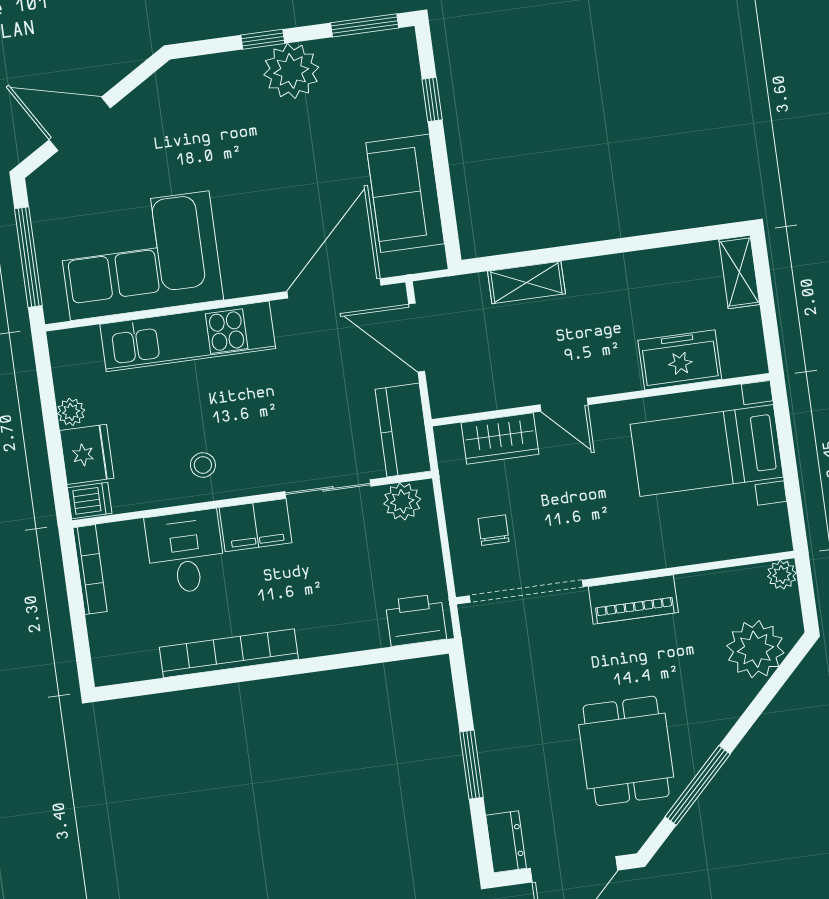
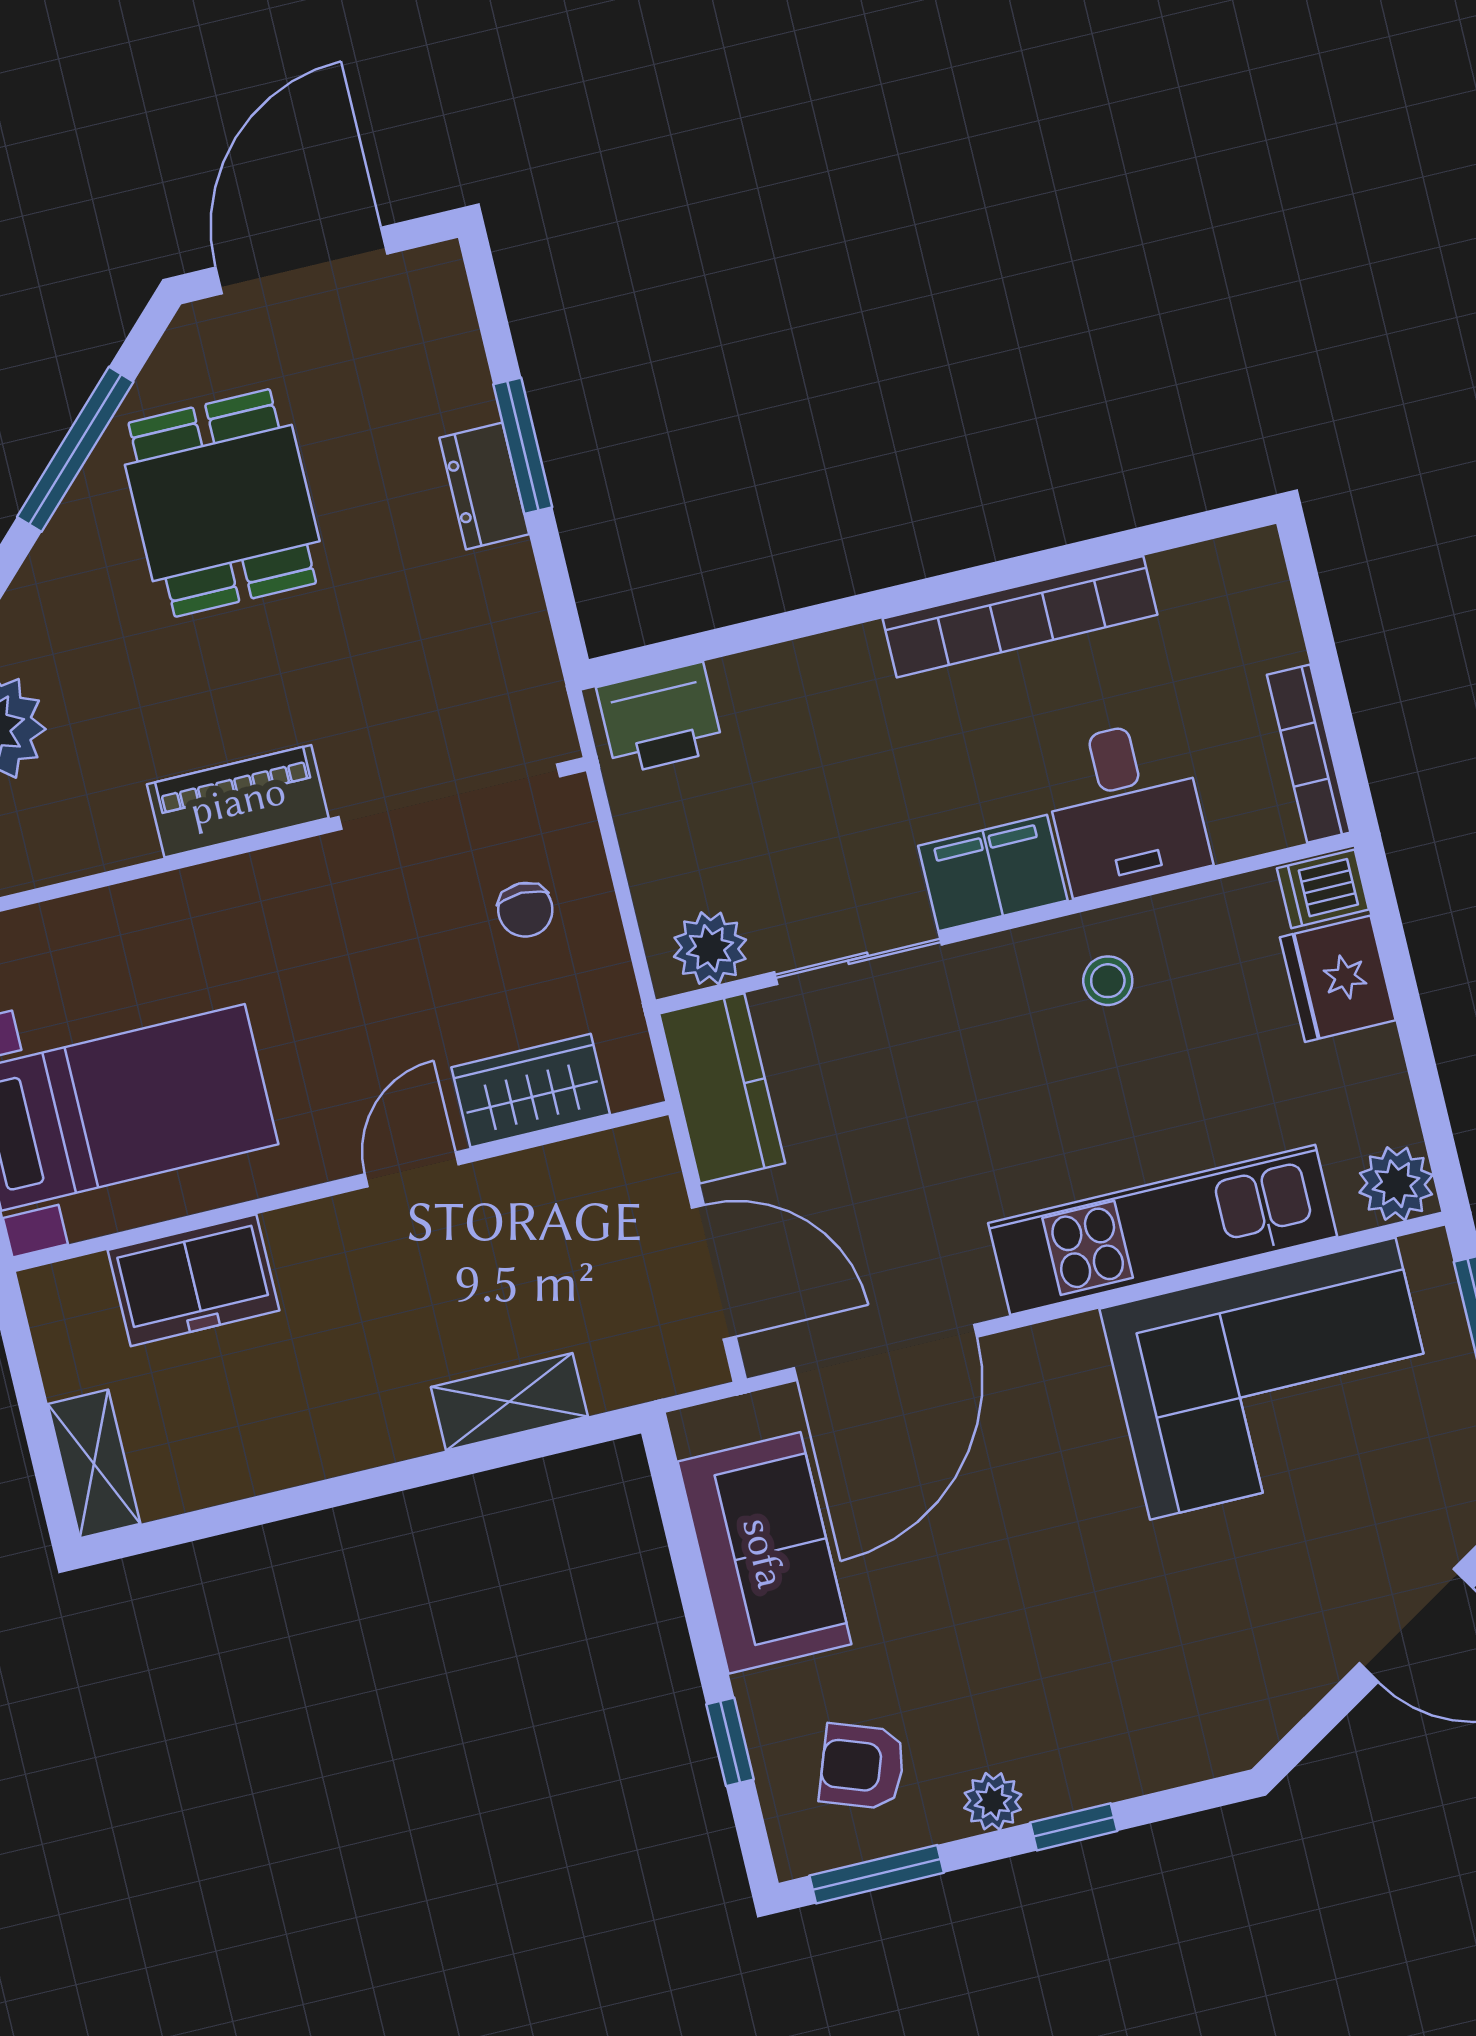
plant: (291, 71) -> (993, 1801), width x0.53, depth x0.53
armchair: (367, 80) -> (862, 1766), added
door: (564, 405) -> (412, 1169), hinge flipped
plant: (71, 412) -> (1396, 1184), moved, width x1.38, depth x1.38
dresser: (506, 842) -> (484, 486), moved

